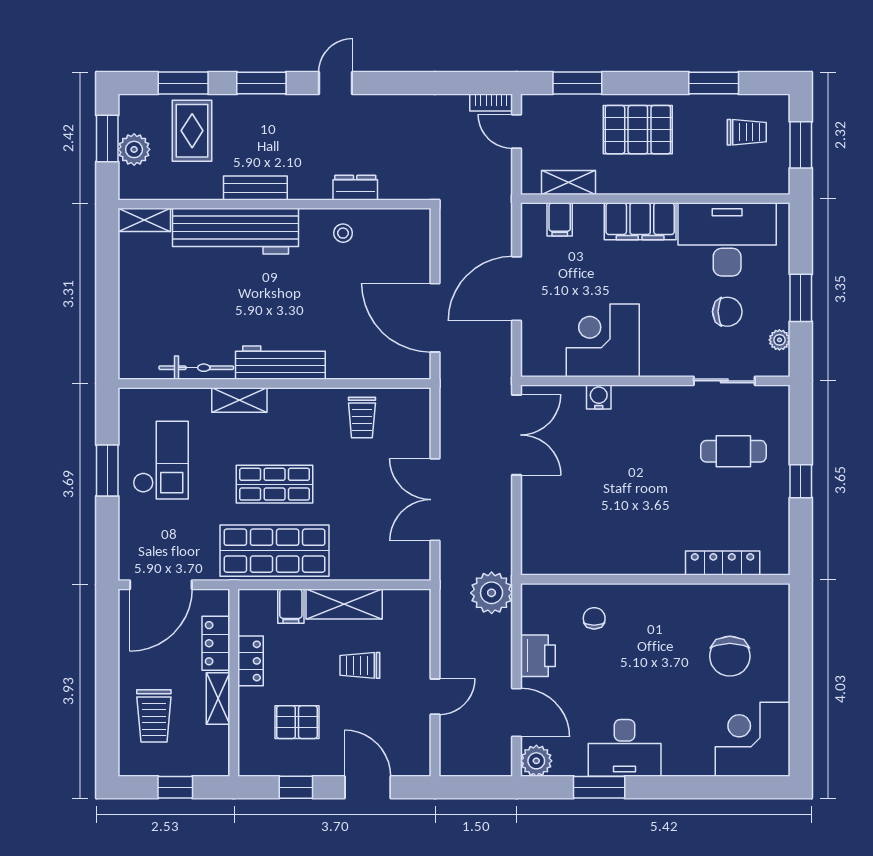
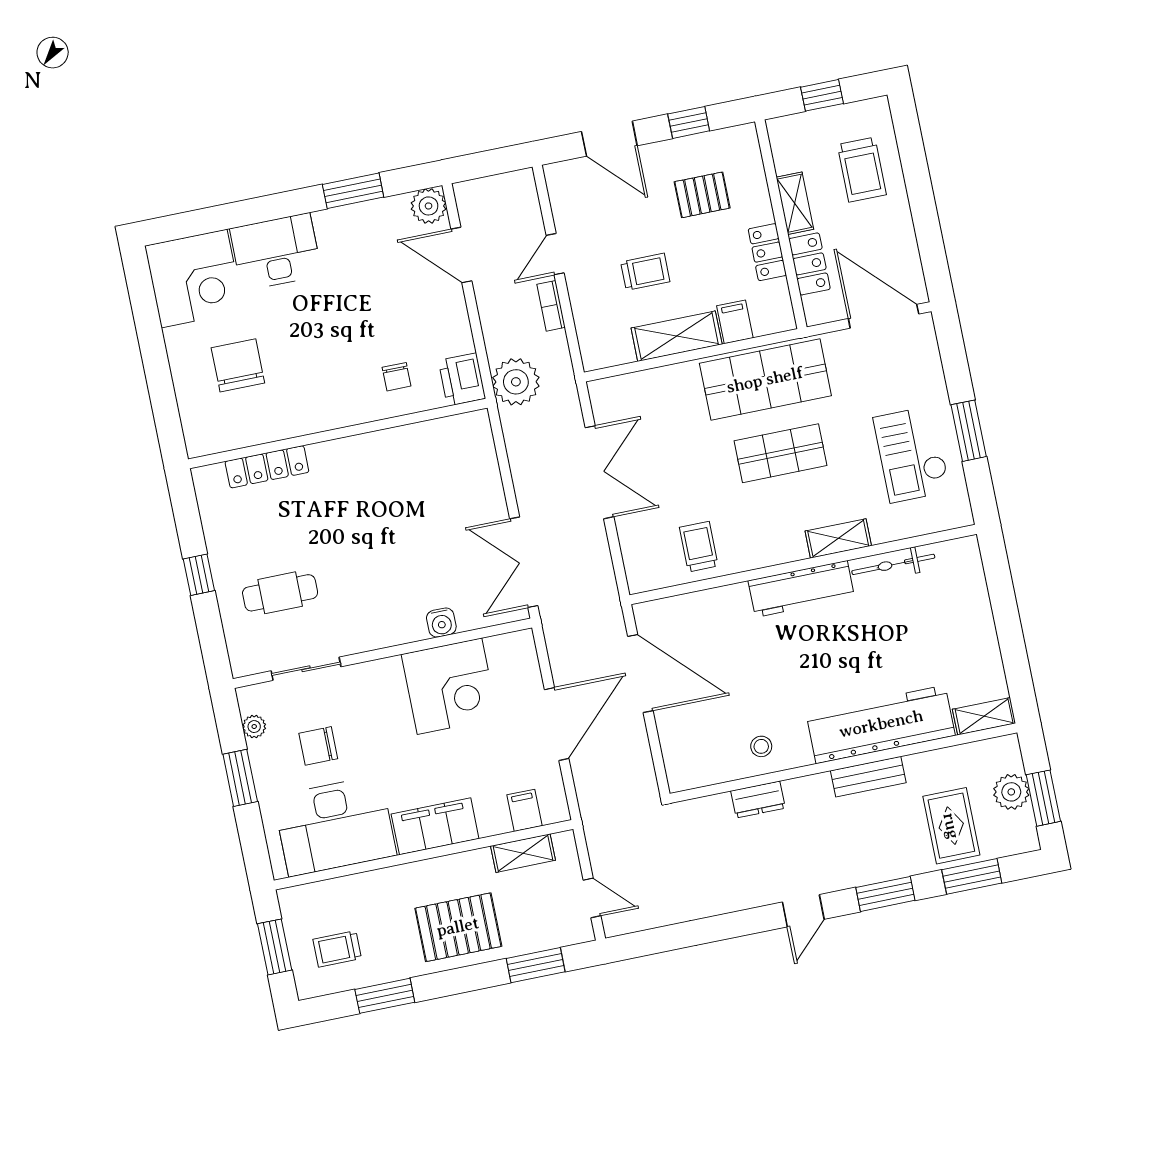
bookcase: (491, 103) -> (551, 306), moved, turned -90
door: (161, 585) -> (884, 316), hinge flipped
printer: (538, 656) -> (462, 380), moved
trolley: (154, 716) -> (862, 170), turned 180
desk: (625, 748) -> (276, 252), moved

